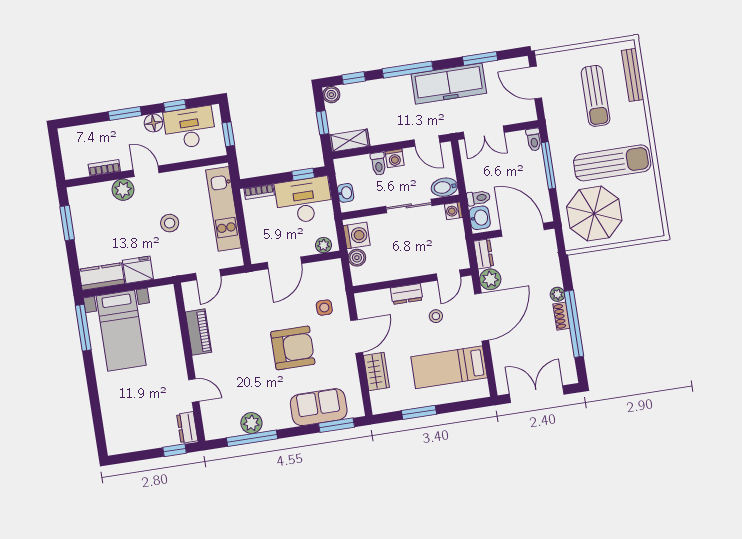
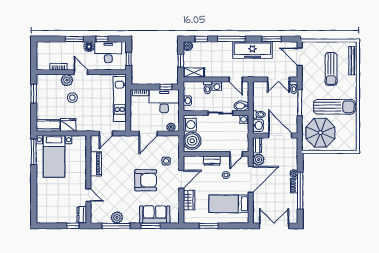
double door: (484, 132) -> (278, 79), moved
stool: (170, 223) -> (72, 98), moved
boiler: (357, 258) -> (192, 141), width x1.86, depth x1.86
window: (336, 425) -> (151, 226), moved

